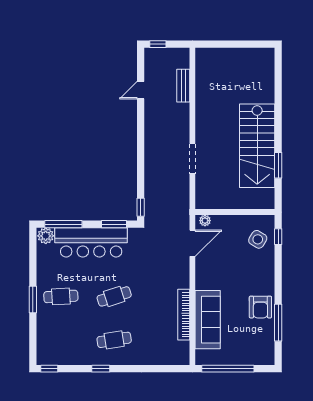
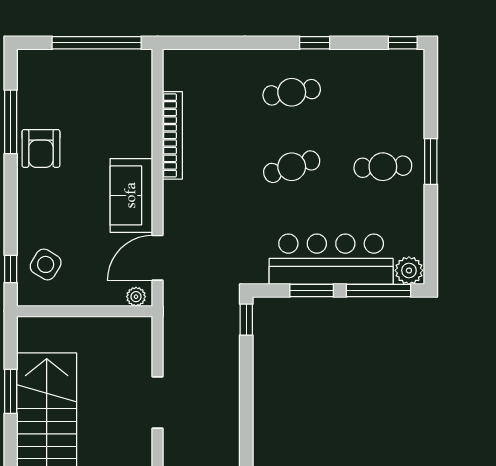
window: (114, 224) -> (312, 291), moved
armchair: (260, 307) -> (41, 148), turned 180
sofa: (208, 320) -> (131, 195), moved, width x0.73

